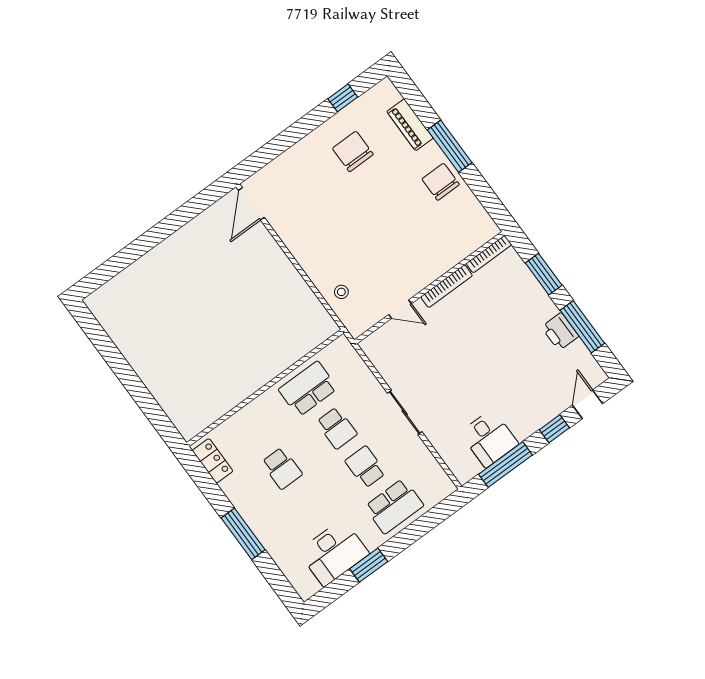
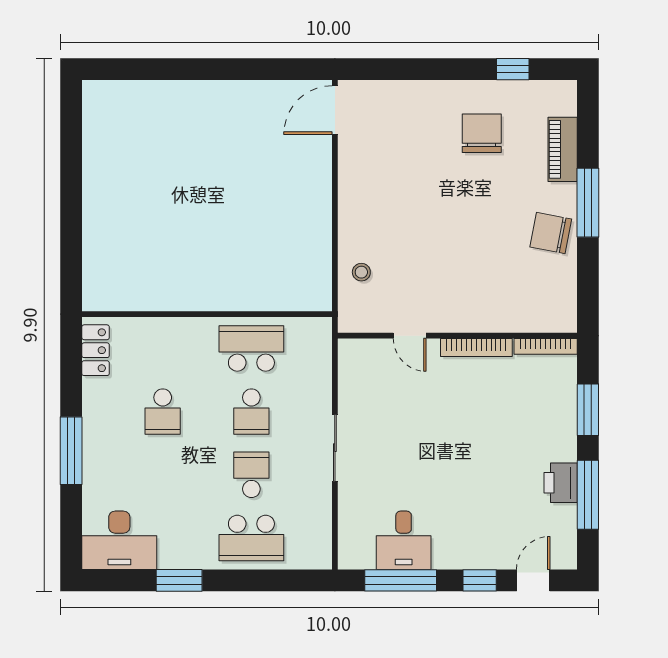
chair: (441, 182) -> (551, 233), turned -79
desk: (334, 553) -> (119, 540), moved

